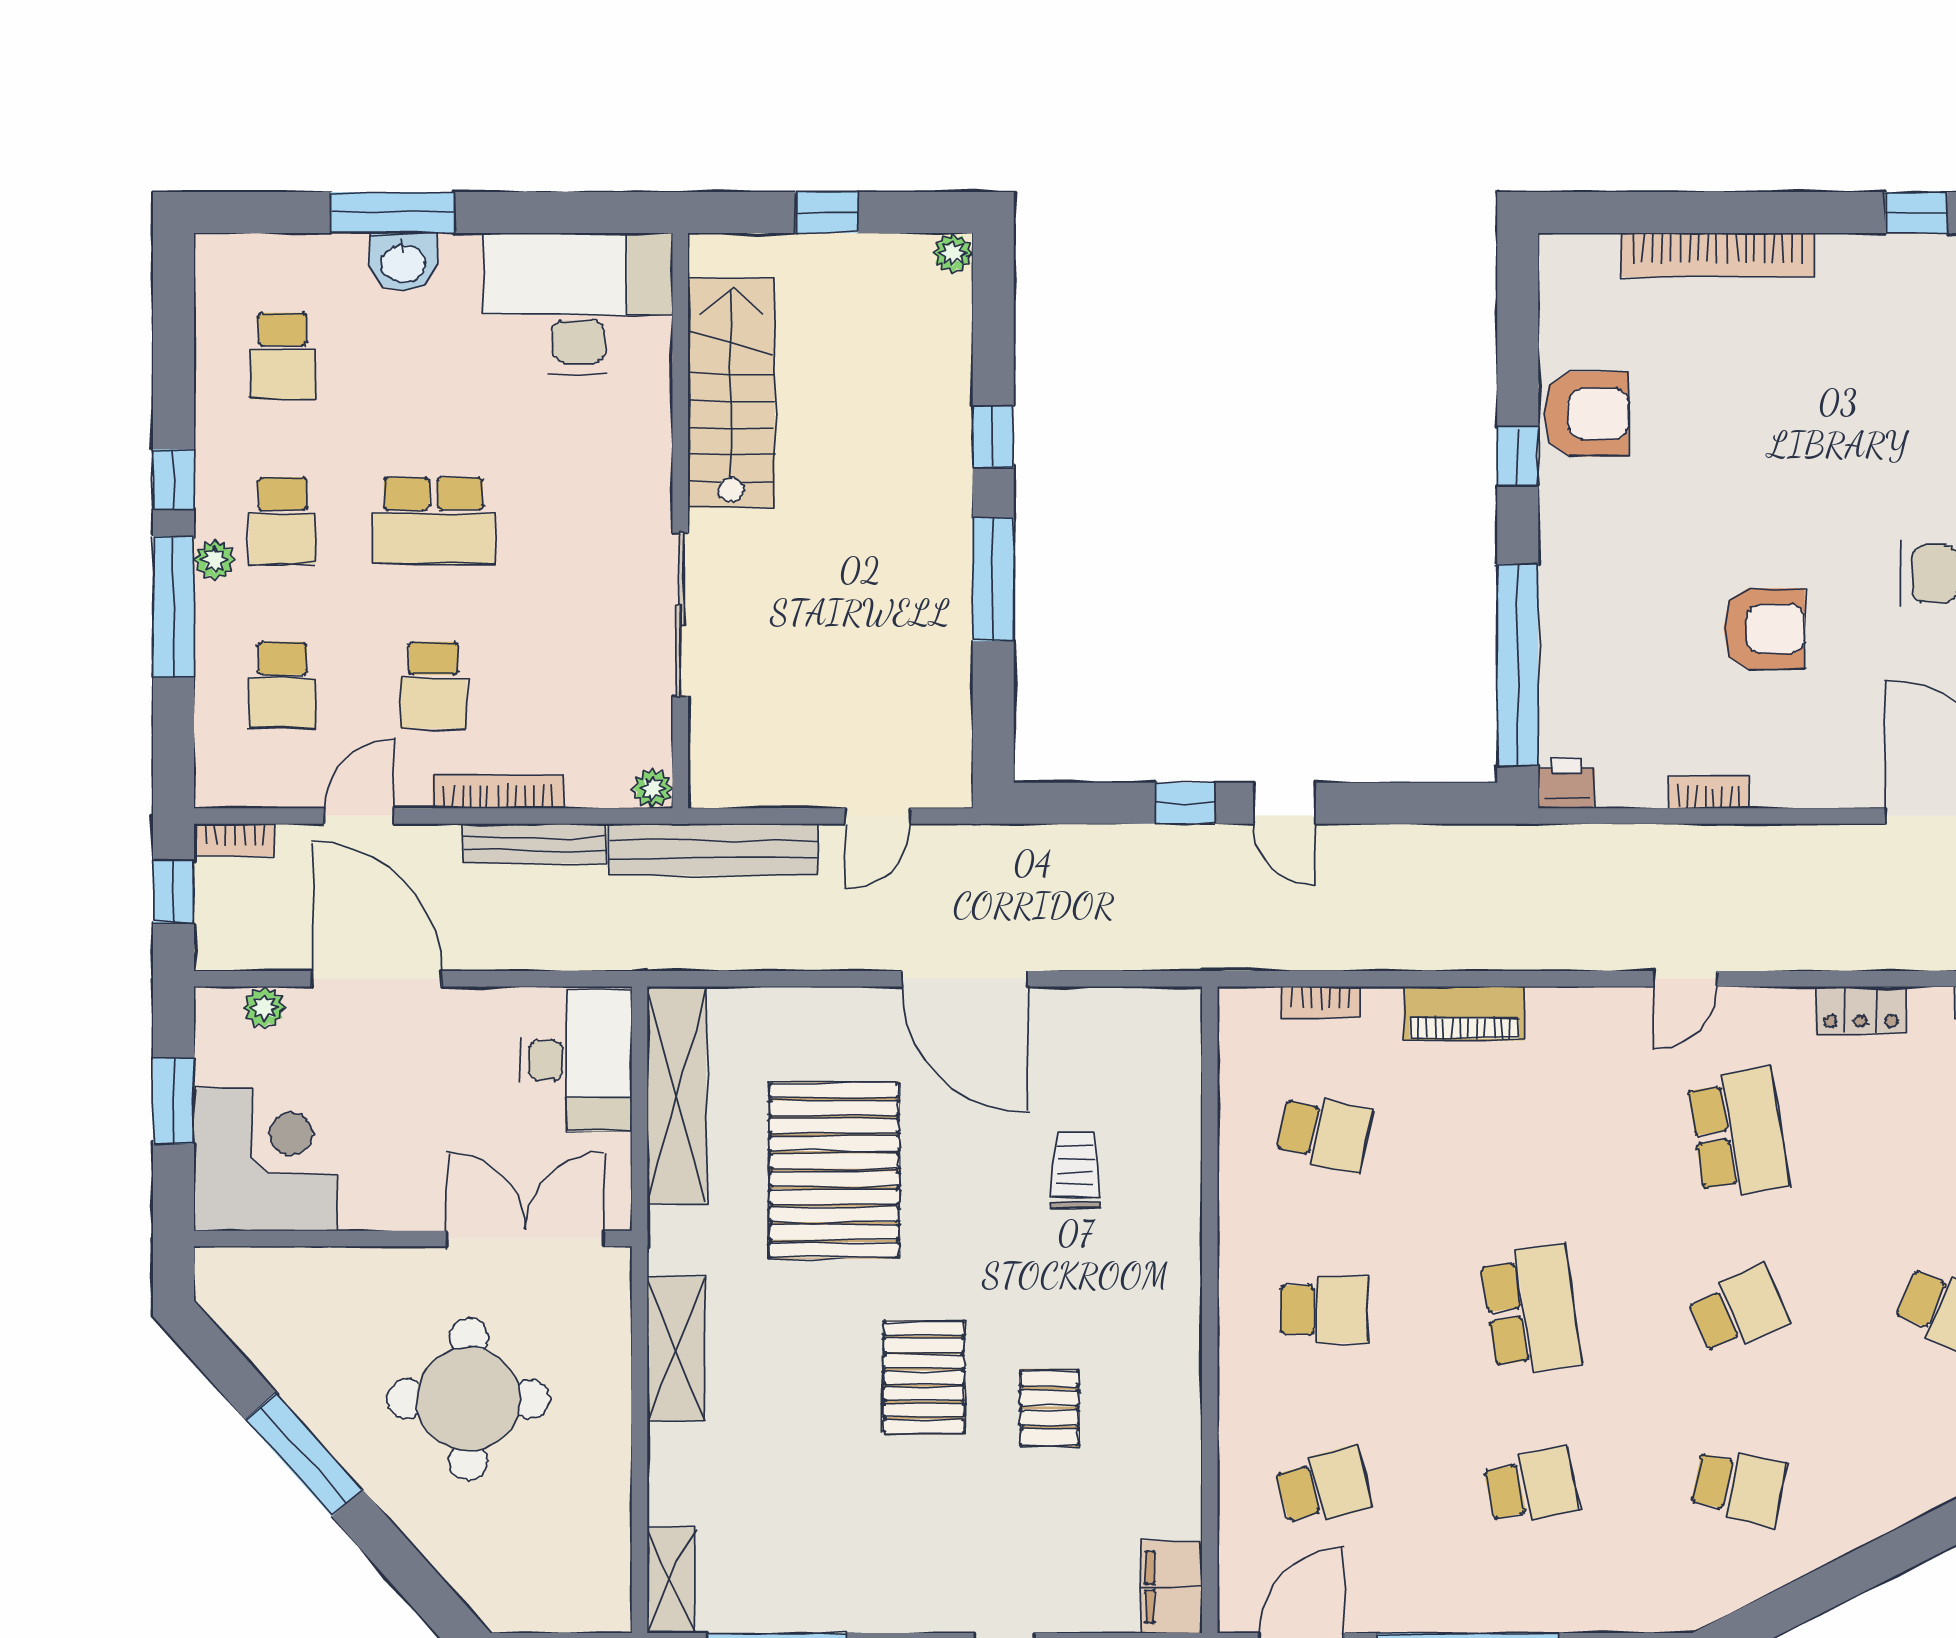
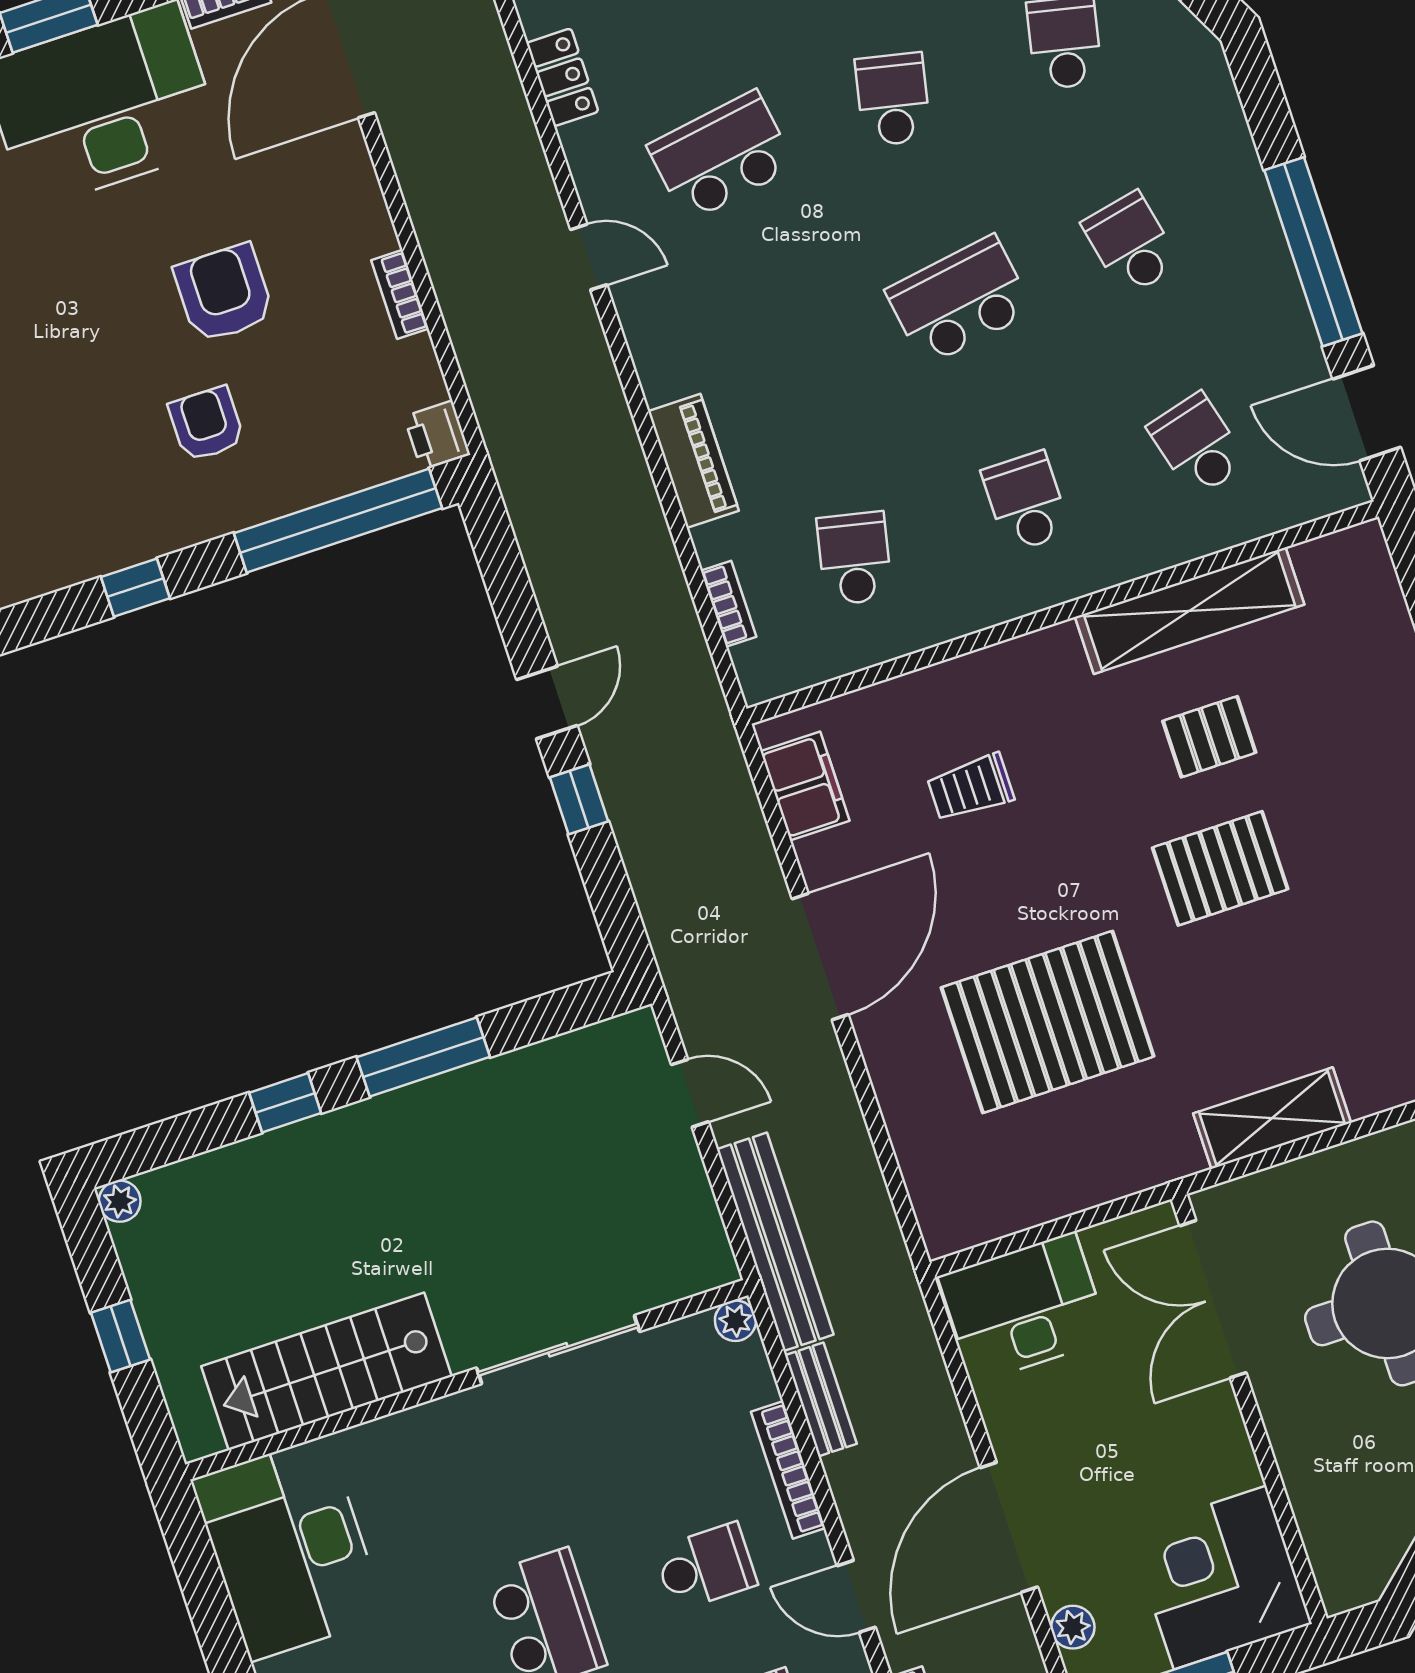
armchair: (1586, 414) -> (206, 424), moved, width x0.72, depth x0.72
bench: (534, 843) -> (821, 1399), width x0.73
shelving: (677, 1095) -> (1190, 611), moved
school desk: (1739, 1310) -> (893, 99), turned 36
filing cabinet: (1171, 1587) -> (805, 786), moved, turned -90

